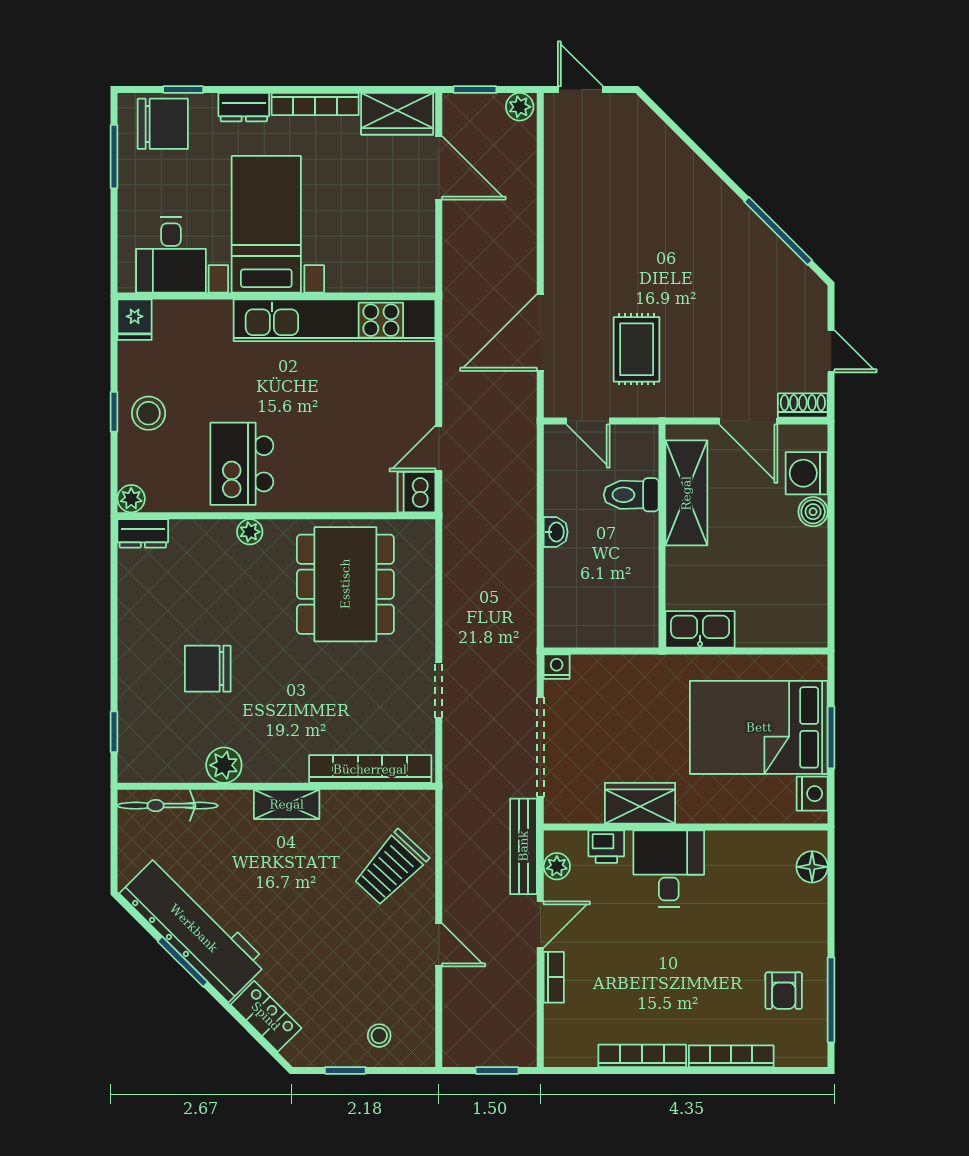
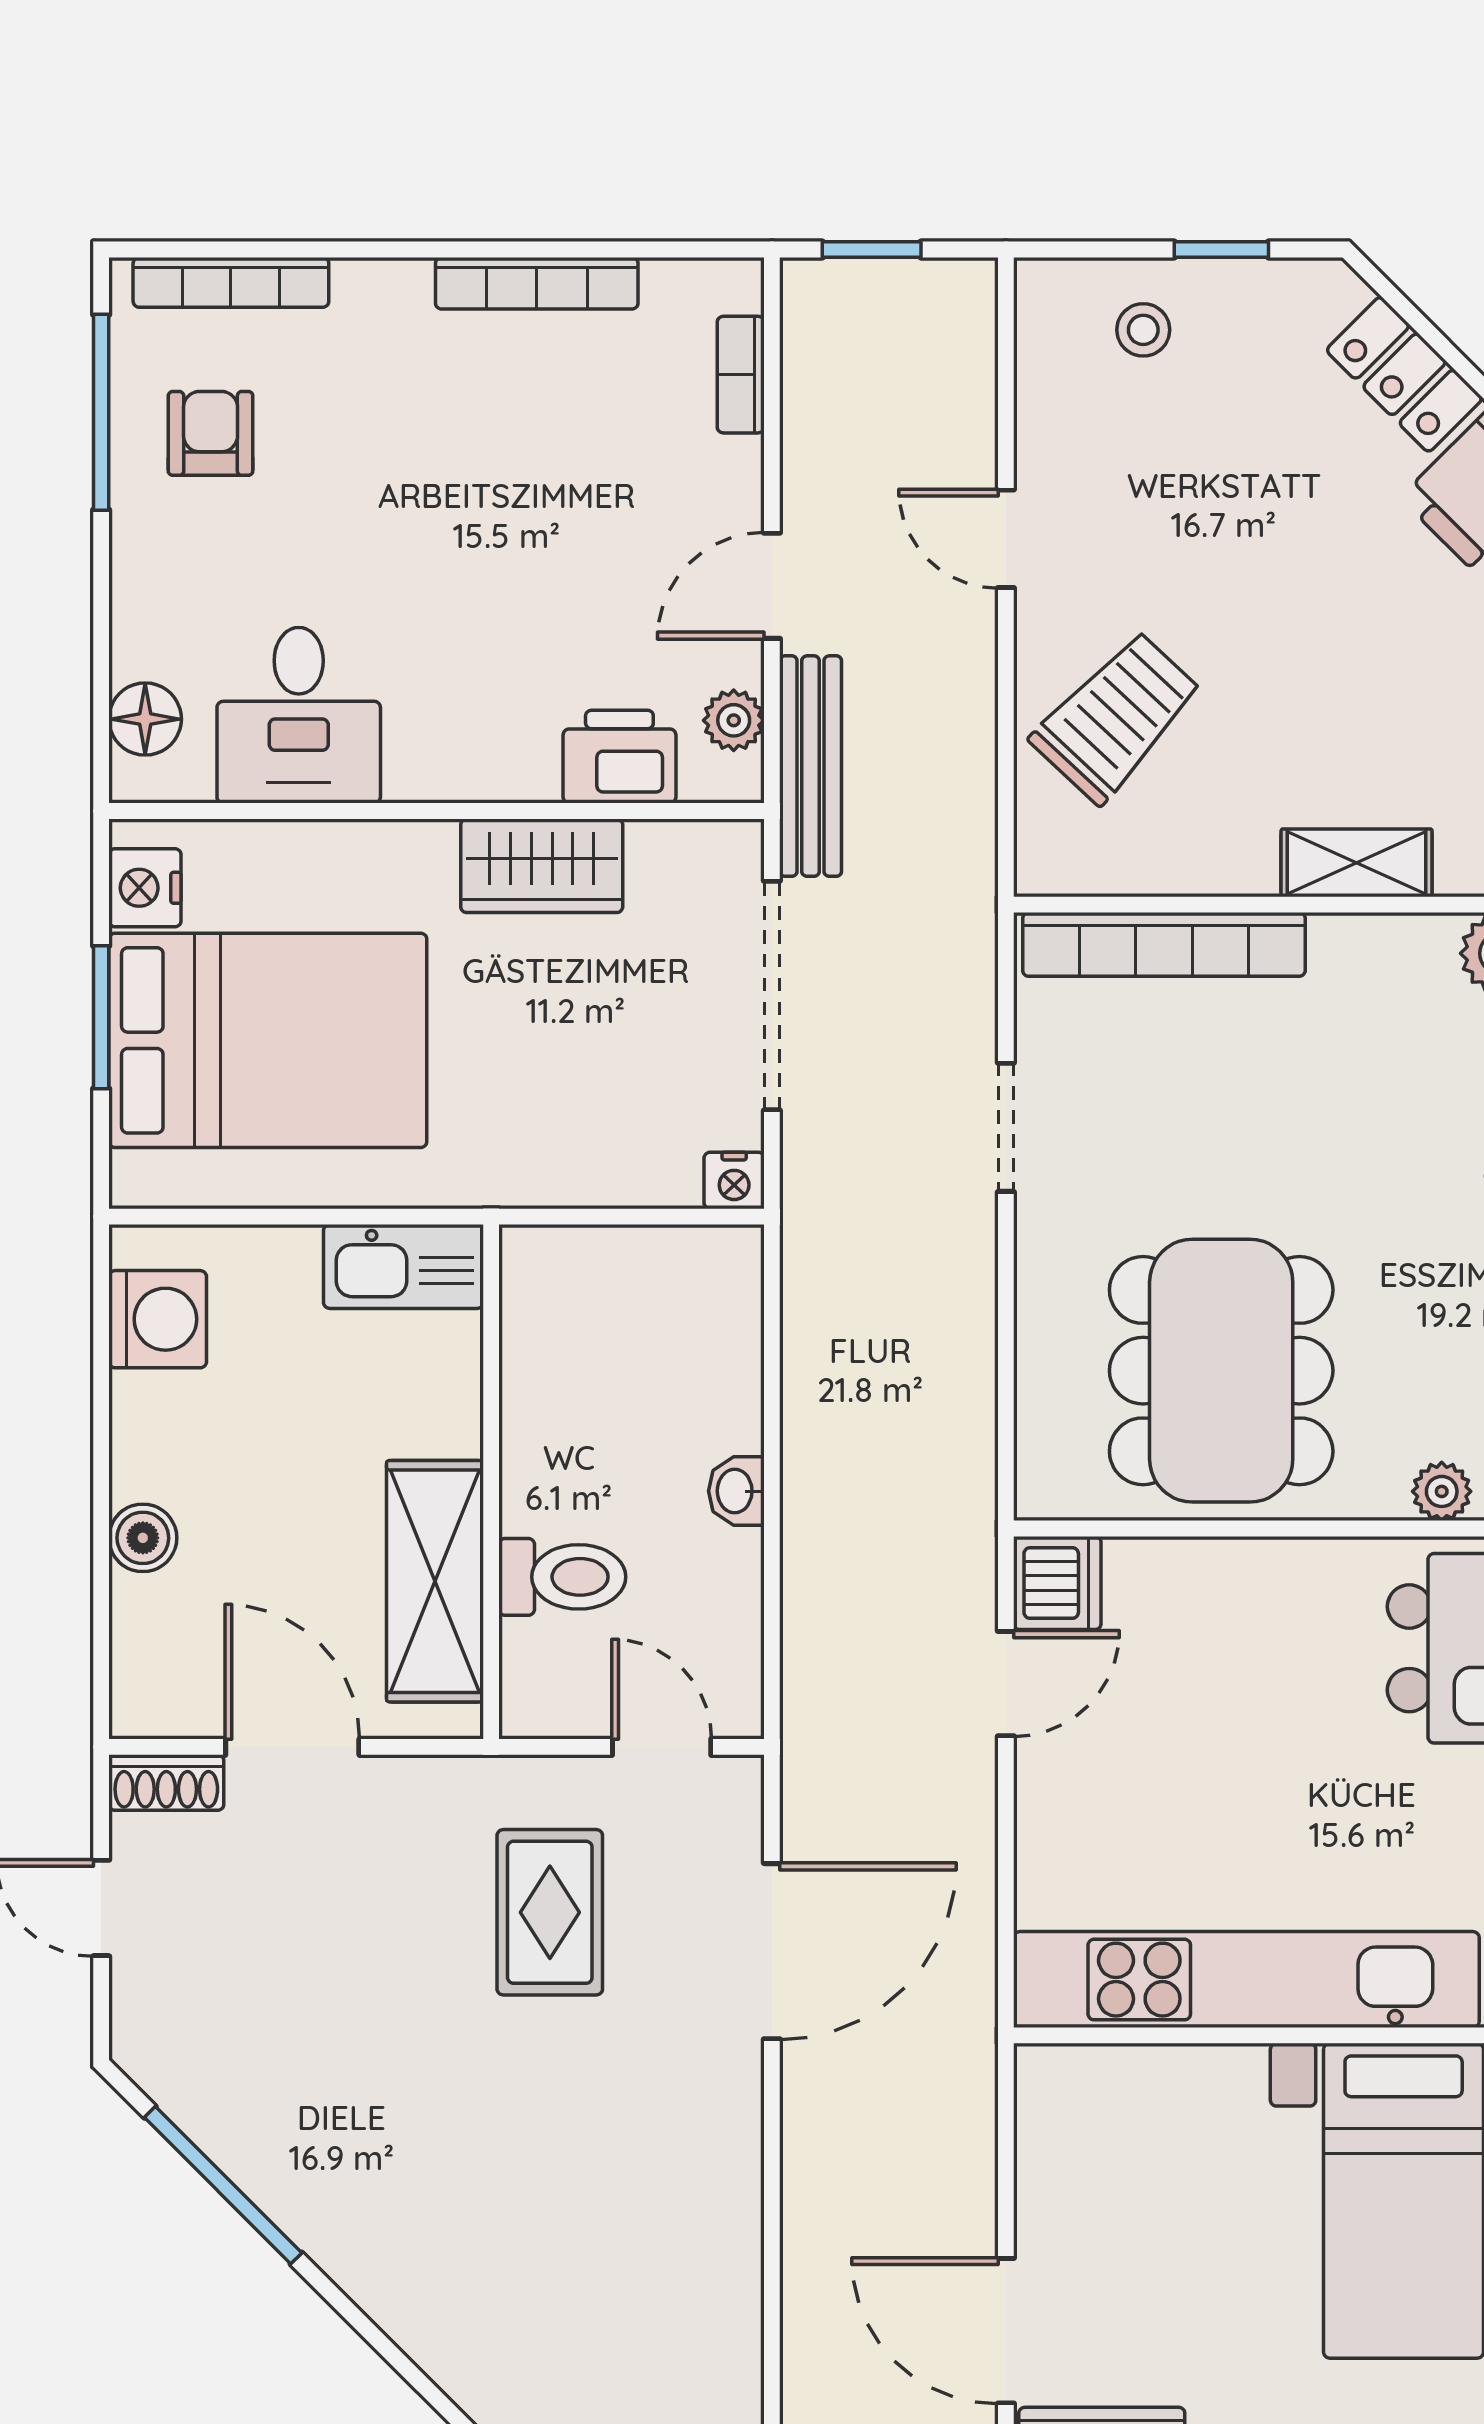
washing machine: (807, 473) -> (158, 1319), moved
printer: (606, 847) -> (619, 757), width x1.36, depth x1.24
desk: (669, 868) -> (299, 715), moved
bookcase: (554, 977) -> (741, 375), moved
bookcase: (731, 1056) -> (231, 282), moved

